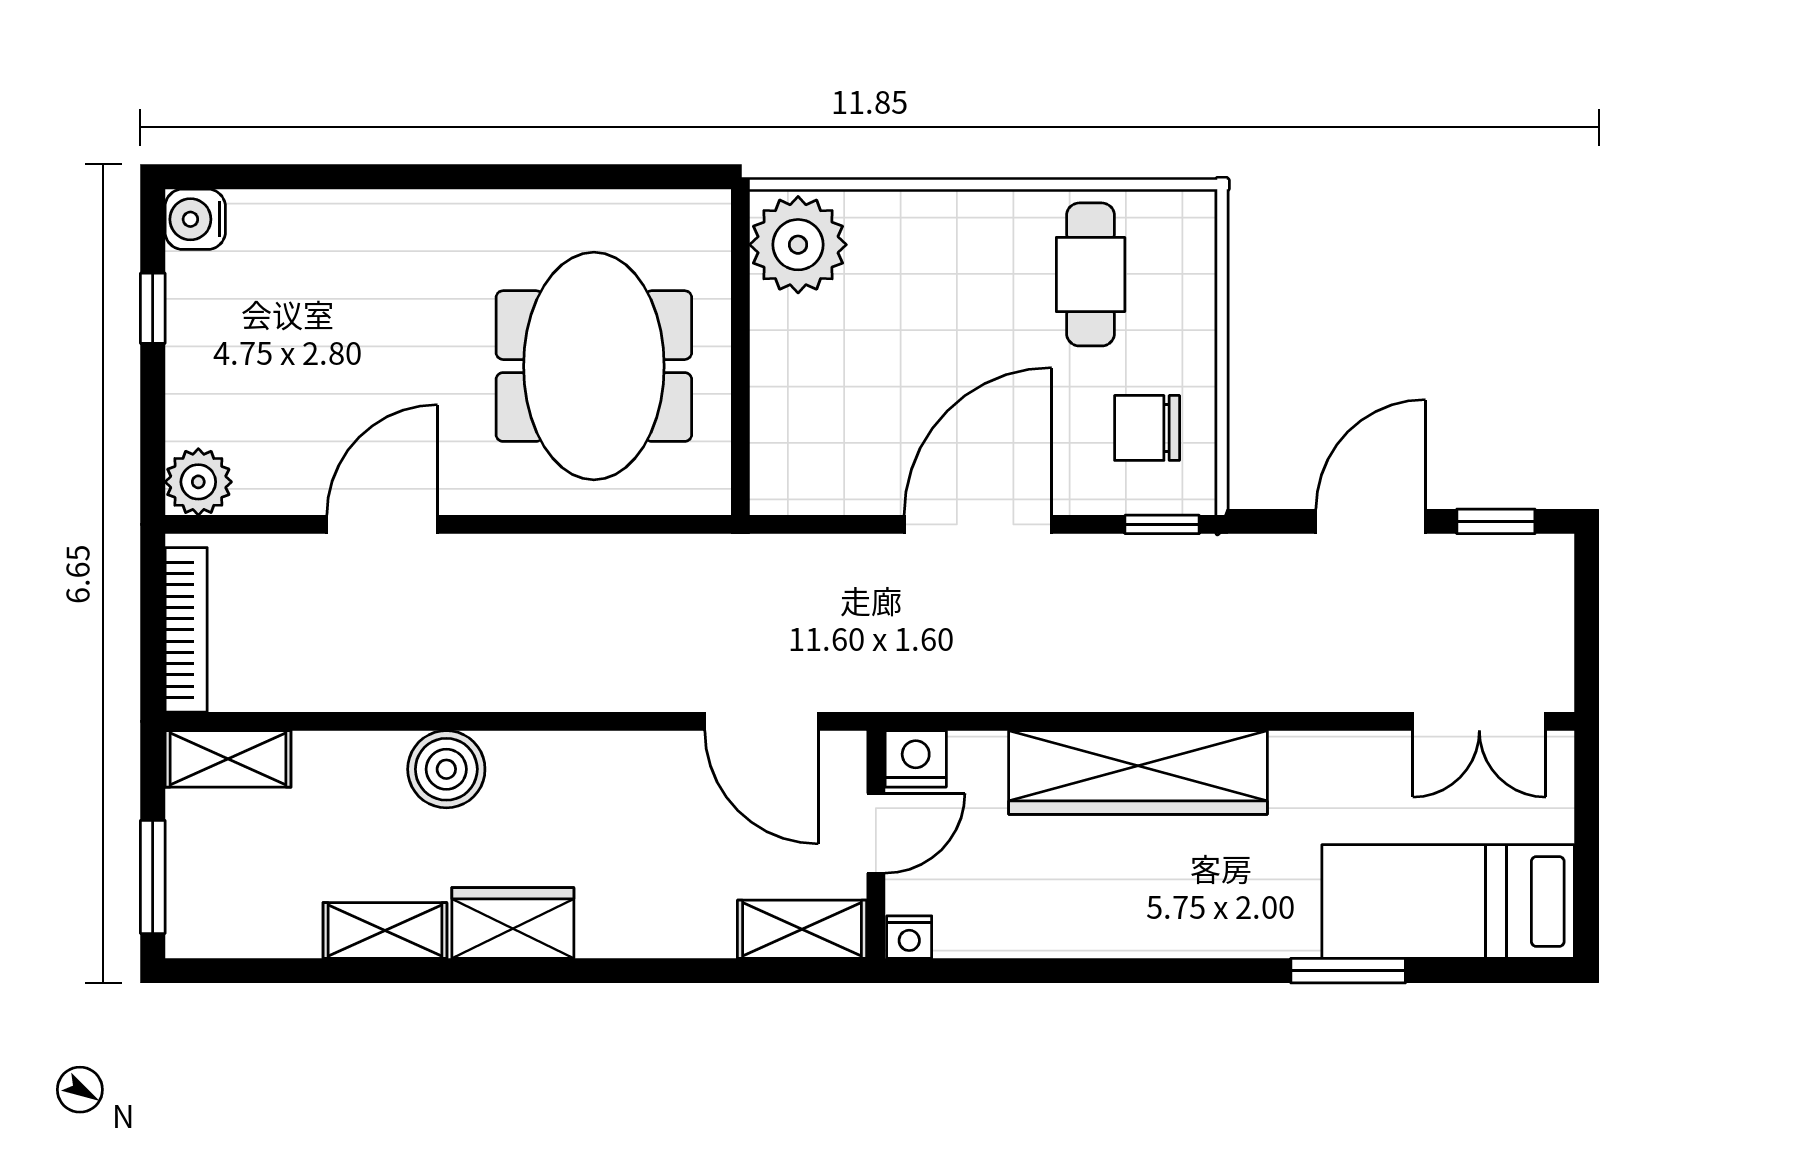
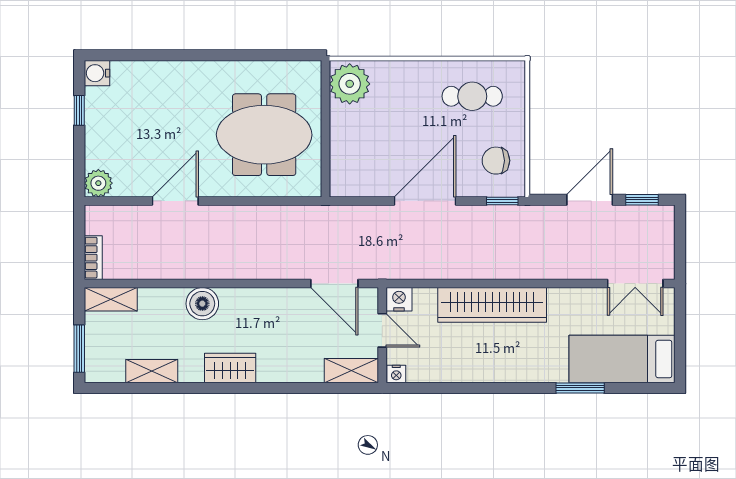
cafe table: (1091, 274) -> (472, 96), turned 90
meeting table: (594, 366) -> (264, 135), turned 90
bookcase: (186, 630) -> (93, 258), width x0.64
door: (876, 833) -> (382, 330), hinge flipped
shelving: (385, 930) -> (152, 371), moved

